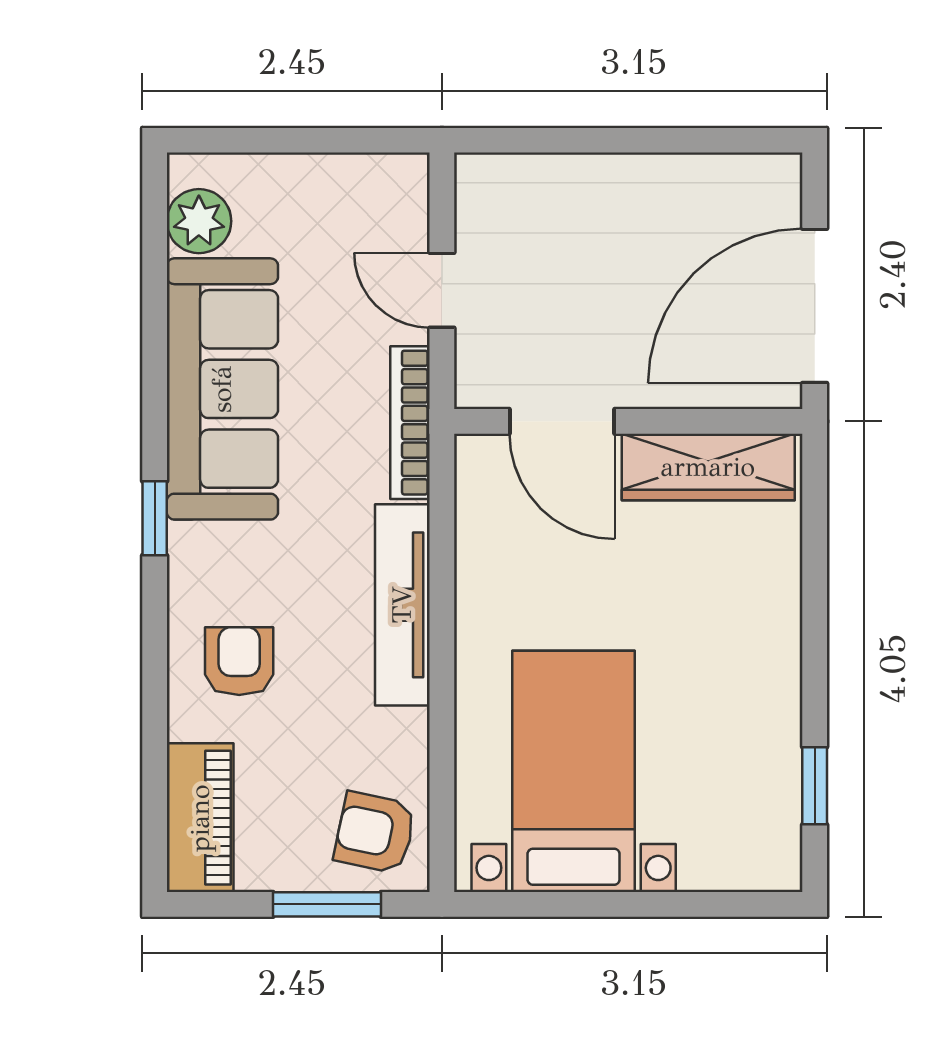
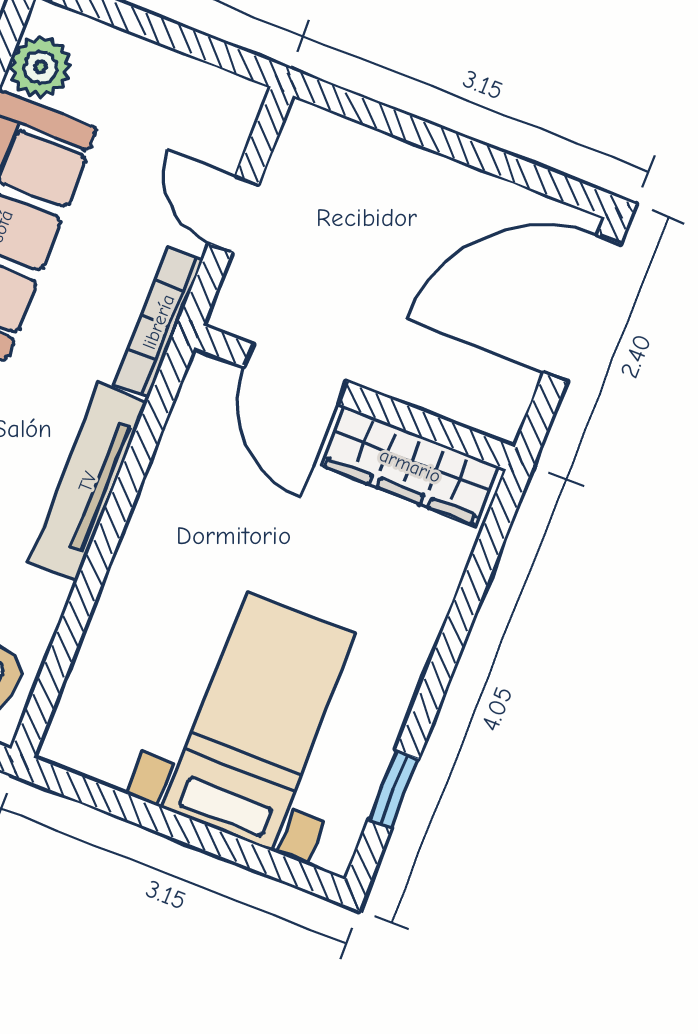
door: (815, 306) -> (582, 308), moved
bed with nightstands: (574, 771) -> (259, 721), moved

